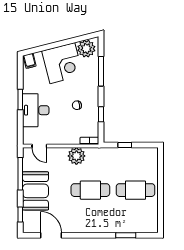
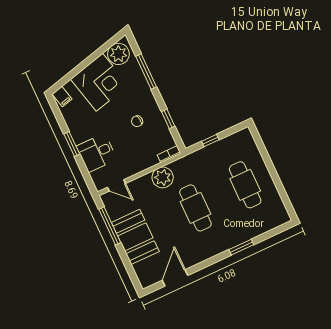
desk: (36, 110) -> (97, 153), width x0.73
cafe table: (90, 190) -> (195, 208), turned 90
cafe table: (135, 190) -> (245, 185), turned 90
window: (20, 214) -> (131, 271), removed
door: (51, 235) -> (175, 278), hinge flipped
window: (126, 235) -> (241, 247), moved

